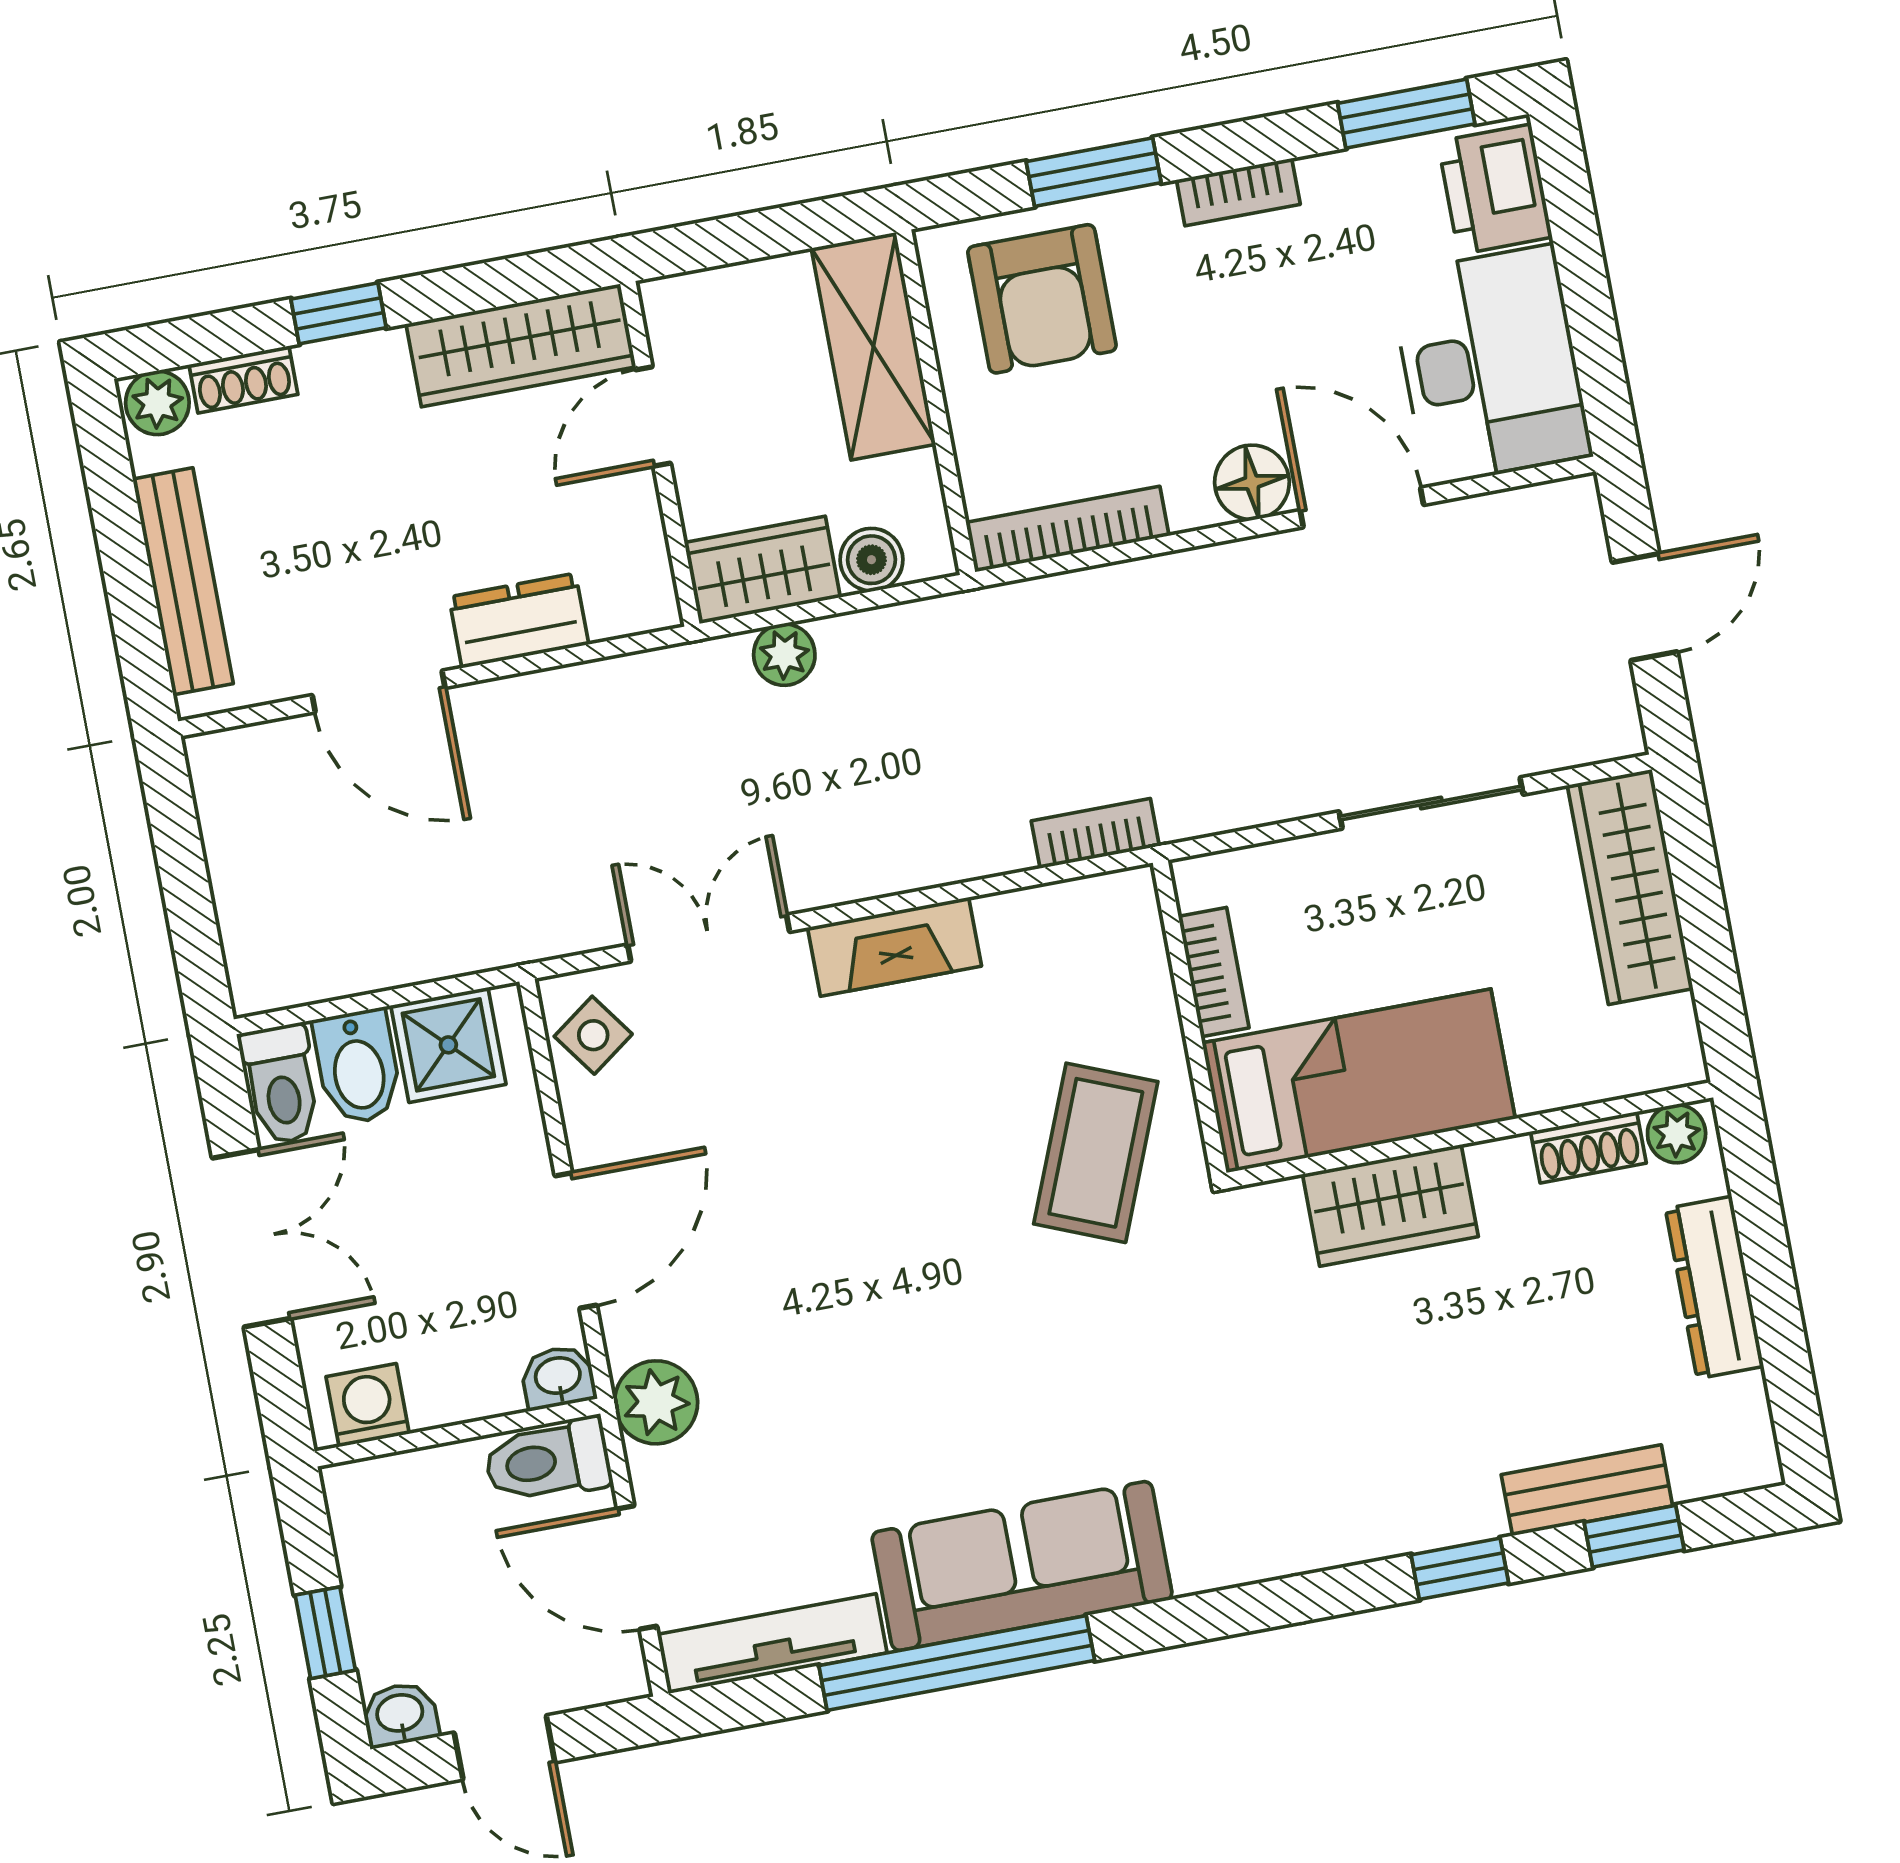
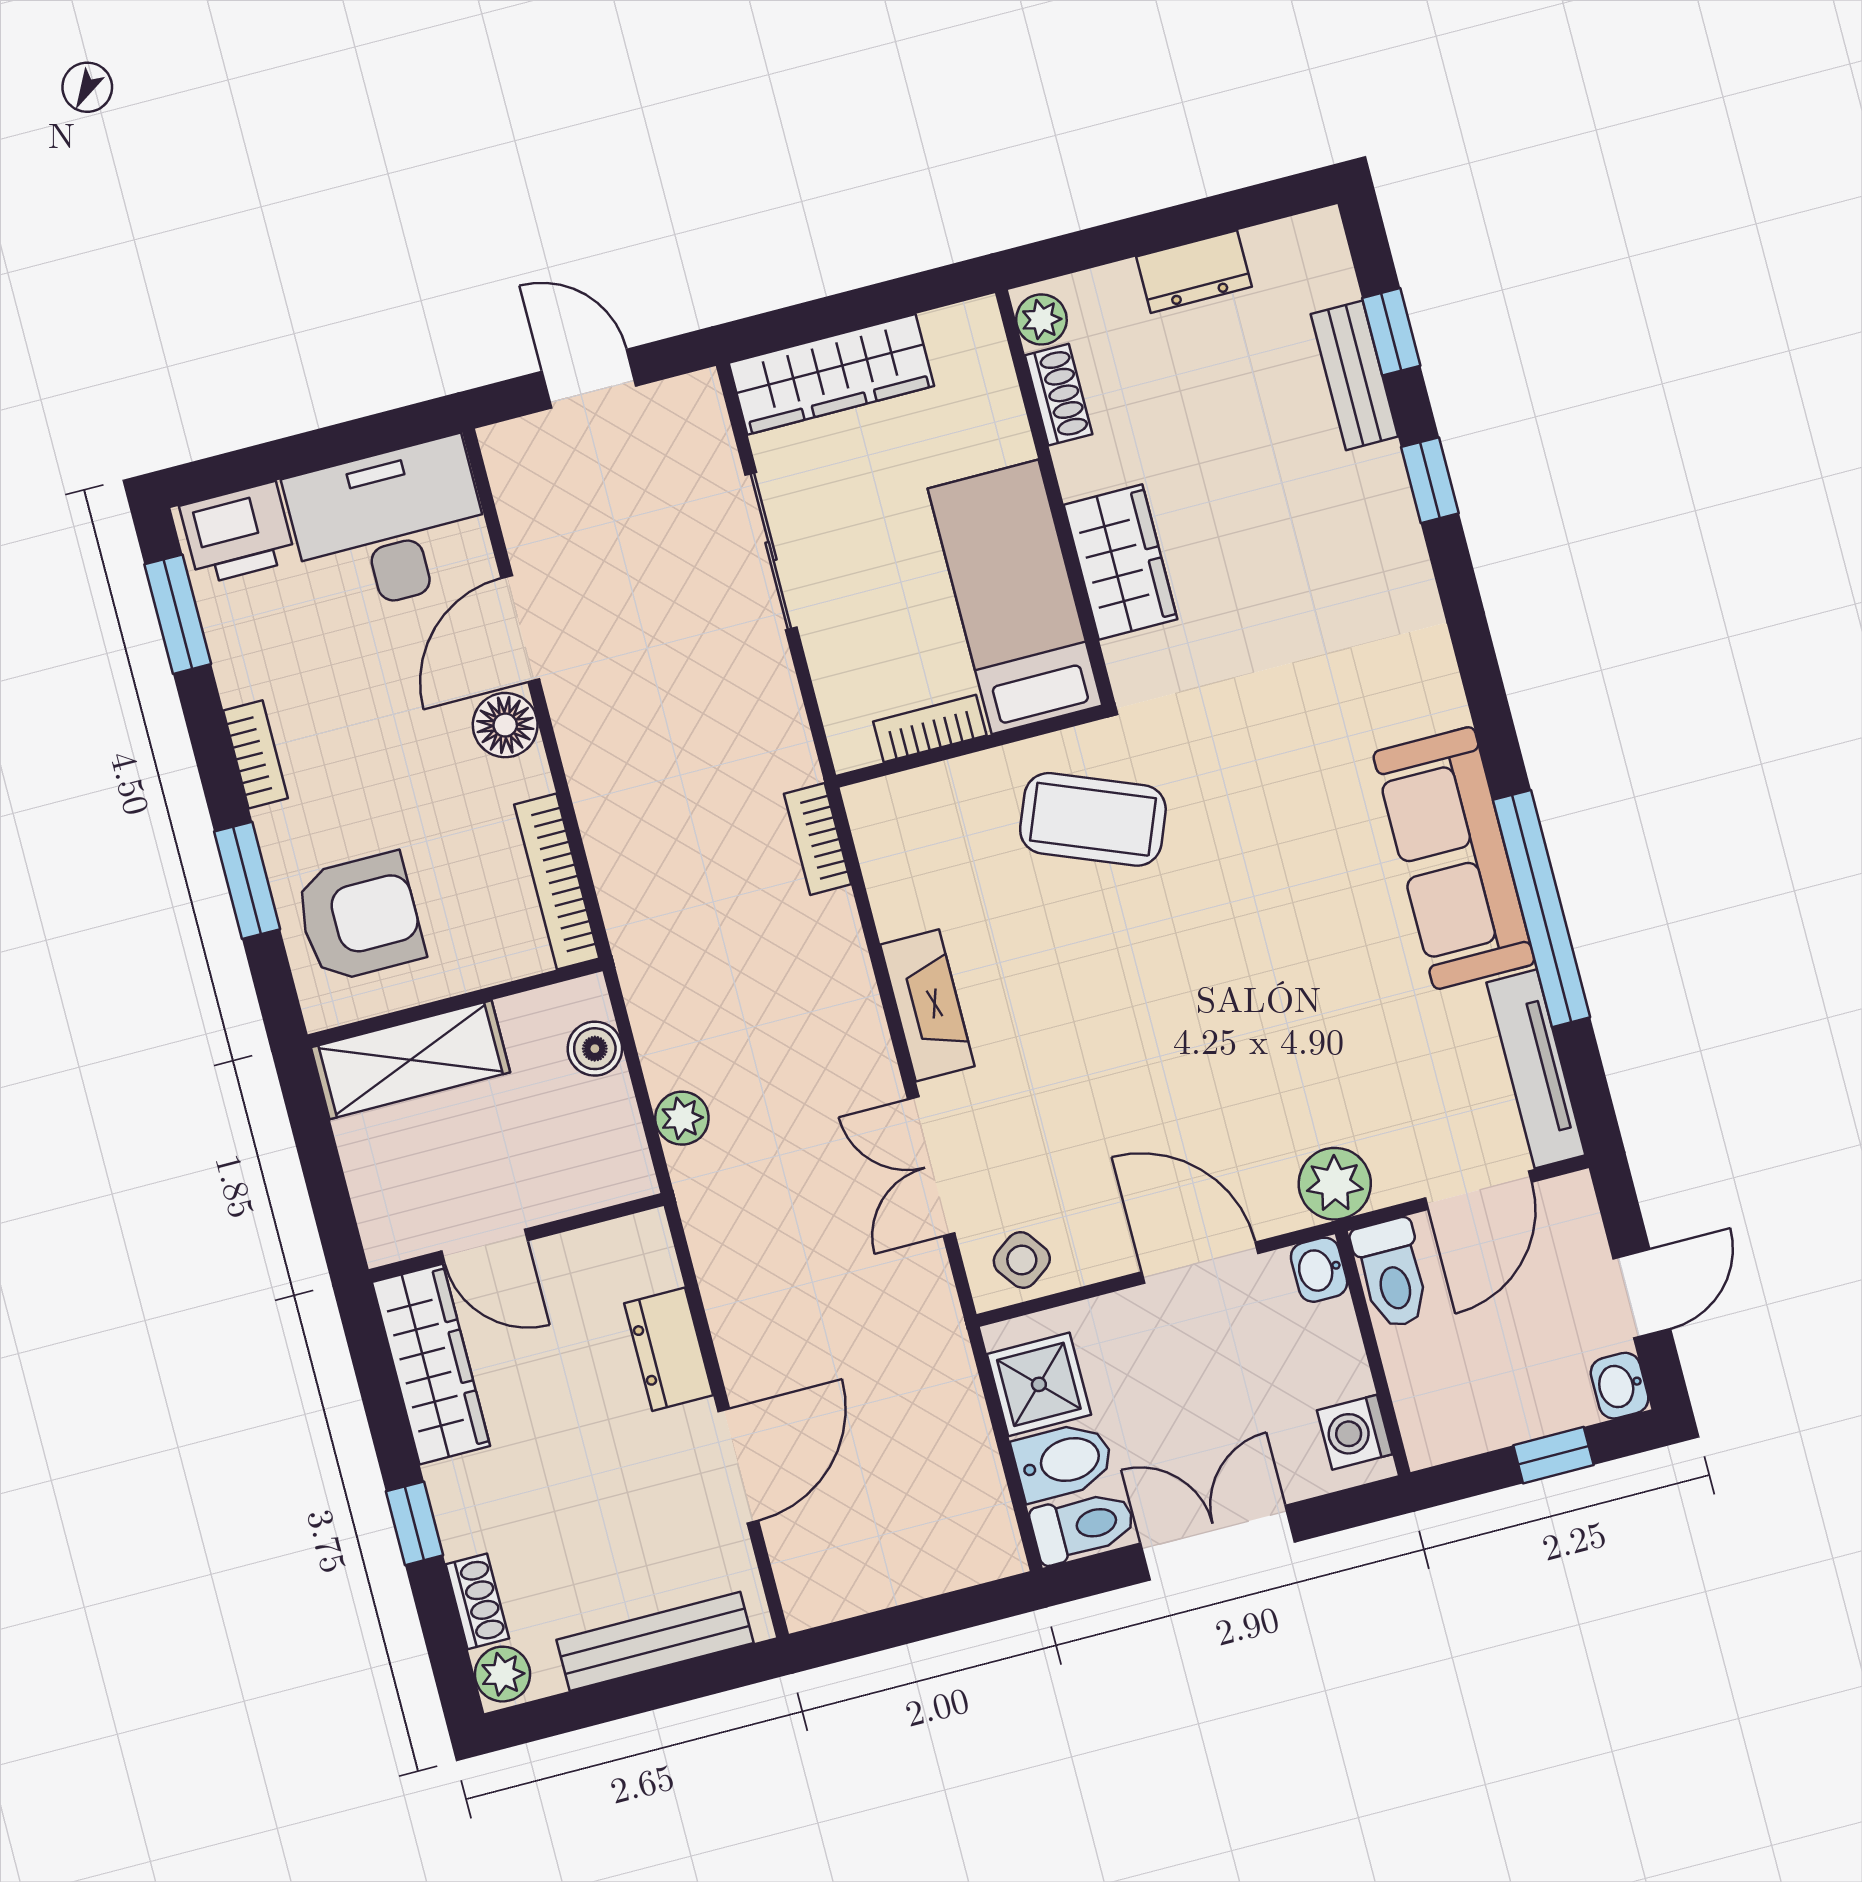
wardrobe: (763, 570) -> (610, 1142), removed
dresser: (1715, 1288) -> (1194, 272), width x0.70

